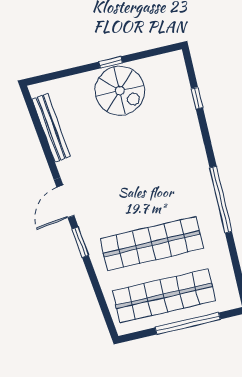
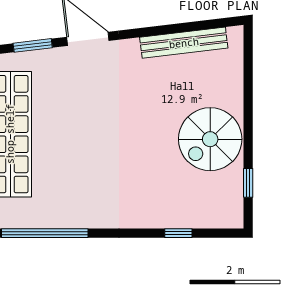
window: (111, 62) -> (248, 183), moved

